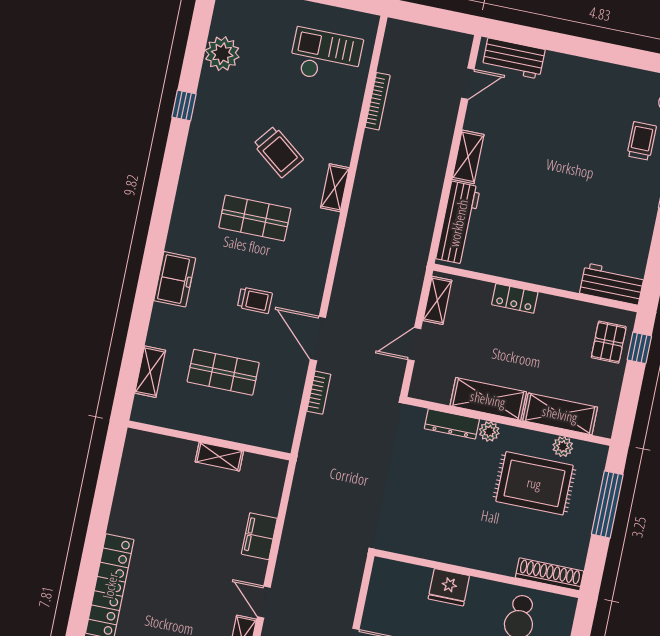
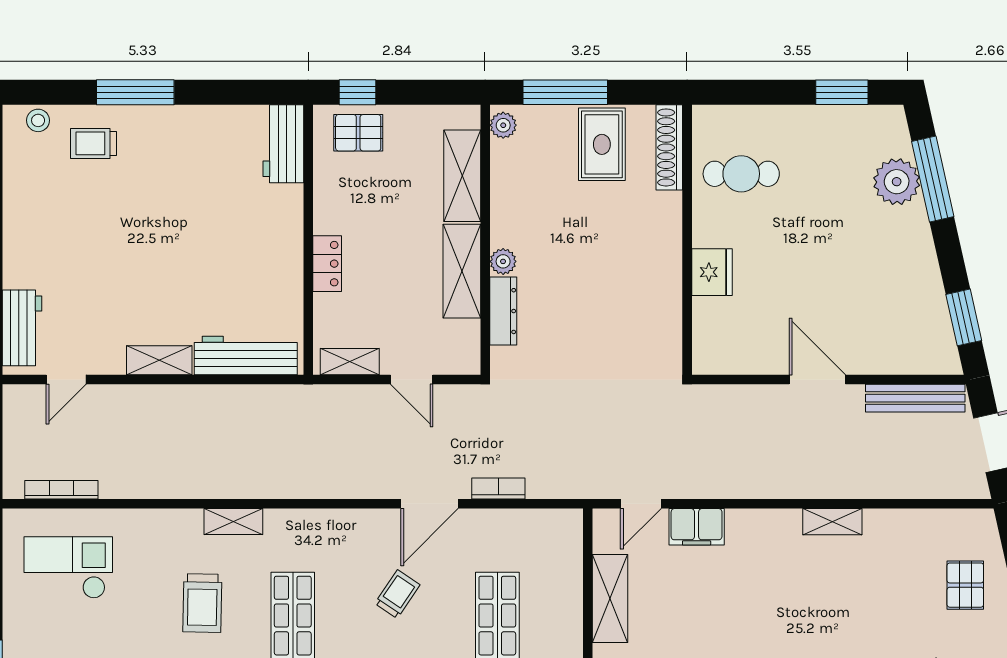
checkout: (326, 56) -> (68, 568), turned 90
door: (468, 84) -> (66, 380), swing flipped
bookcase: (378, 101) -> (61, 490), moved
trolley: (278, 152) -> (202, 603), turned 143
trolley: (255, 300) -> (397, 594), turned 34
plant: (563, 447) -> (503, 125), moved
shelving: (219, 457) -> (610, 598), width x1.50, depth x1.33
rug: (534, 483) -> (602, 144), moved, width x0.73, depth x0.70
door: (264, 602) -> (641, 504), moved

